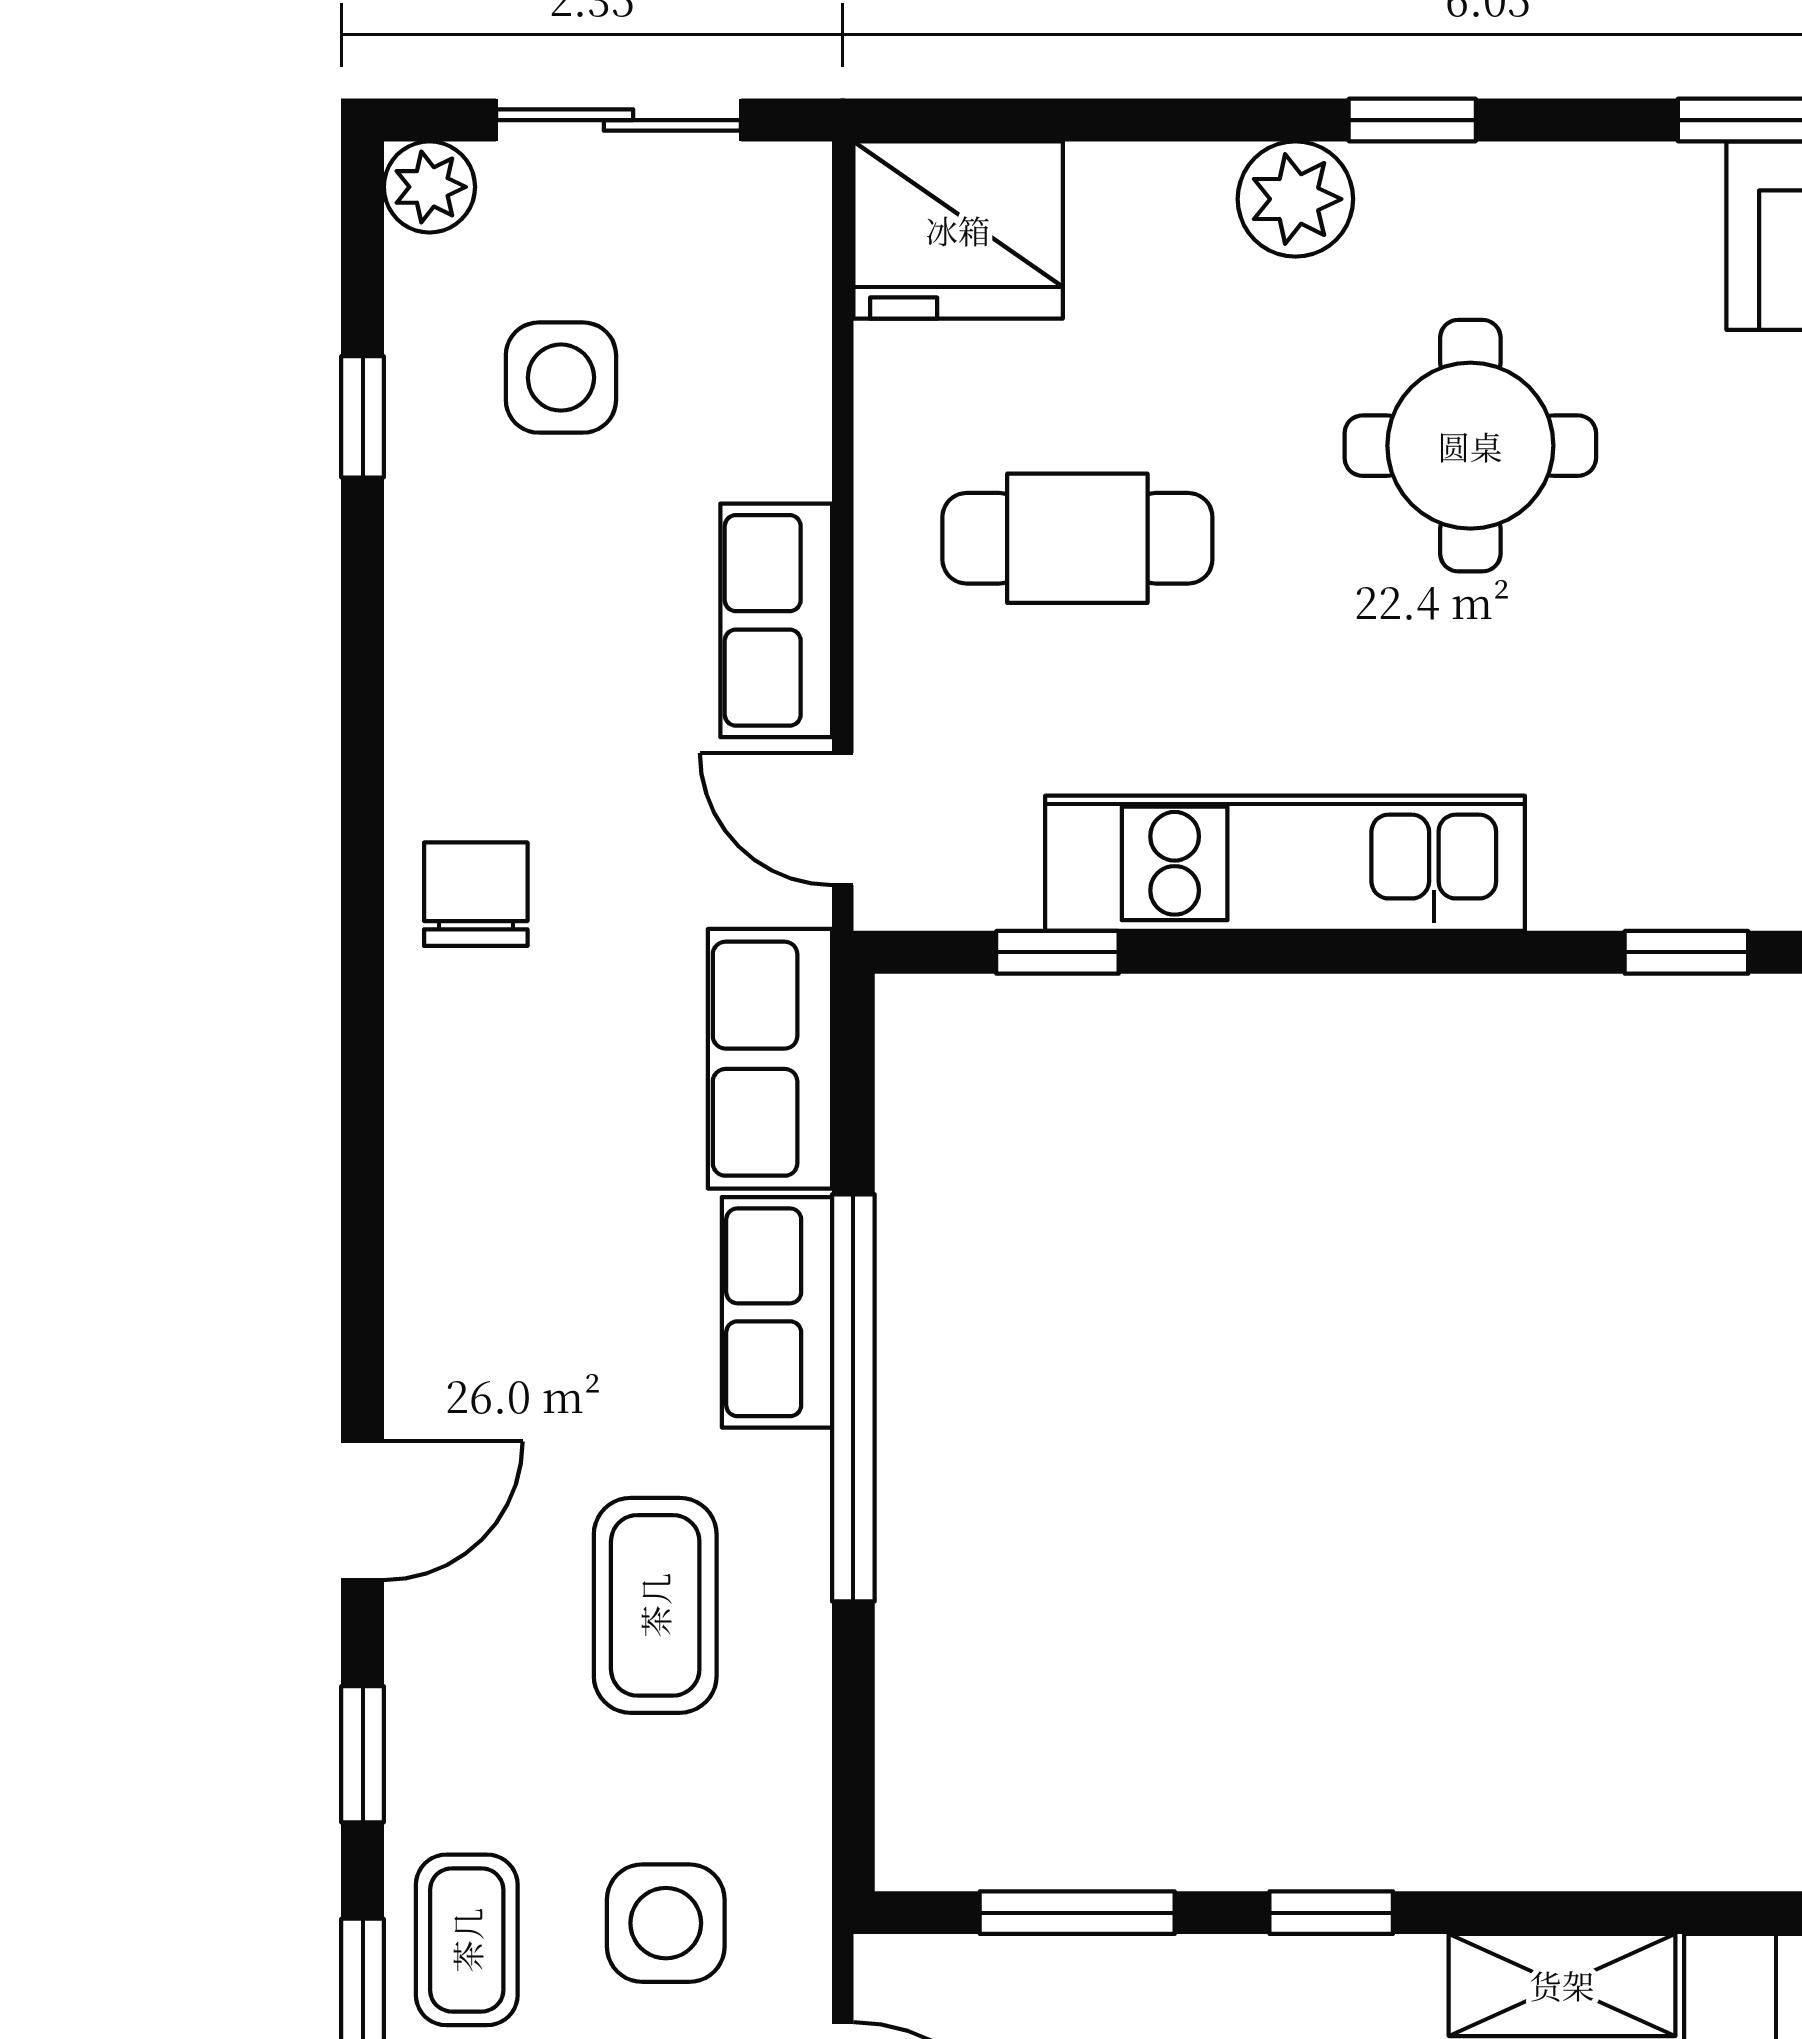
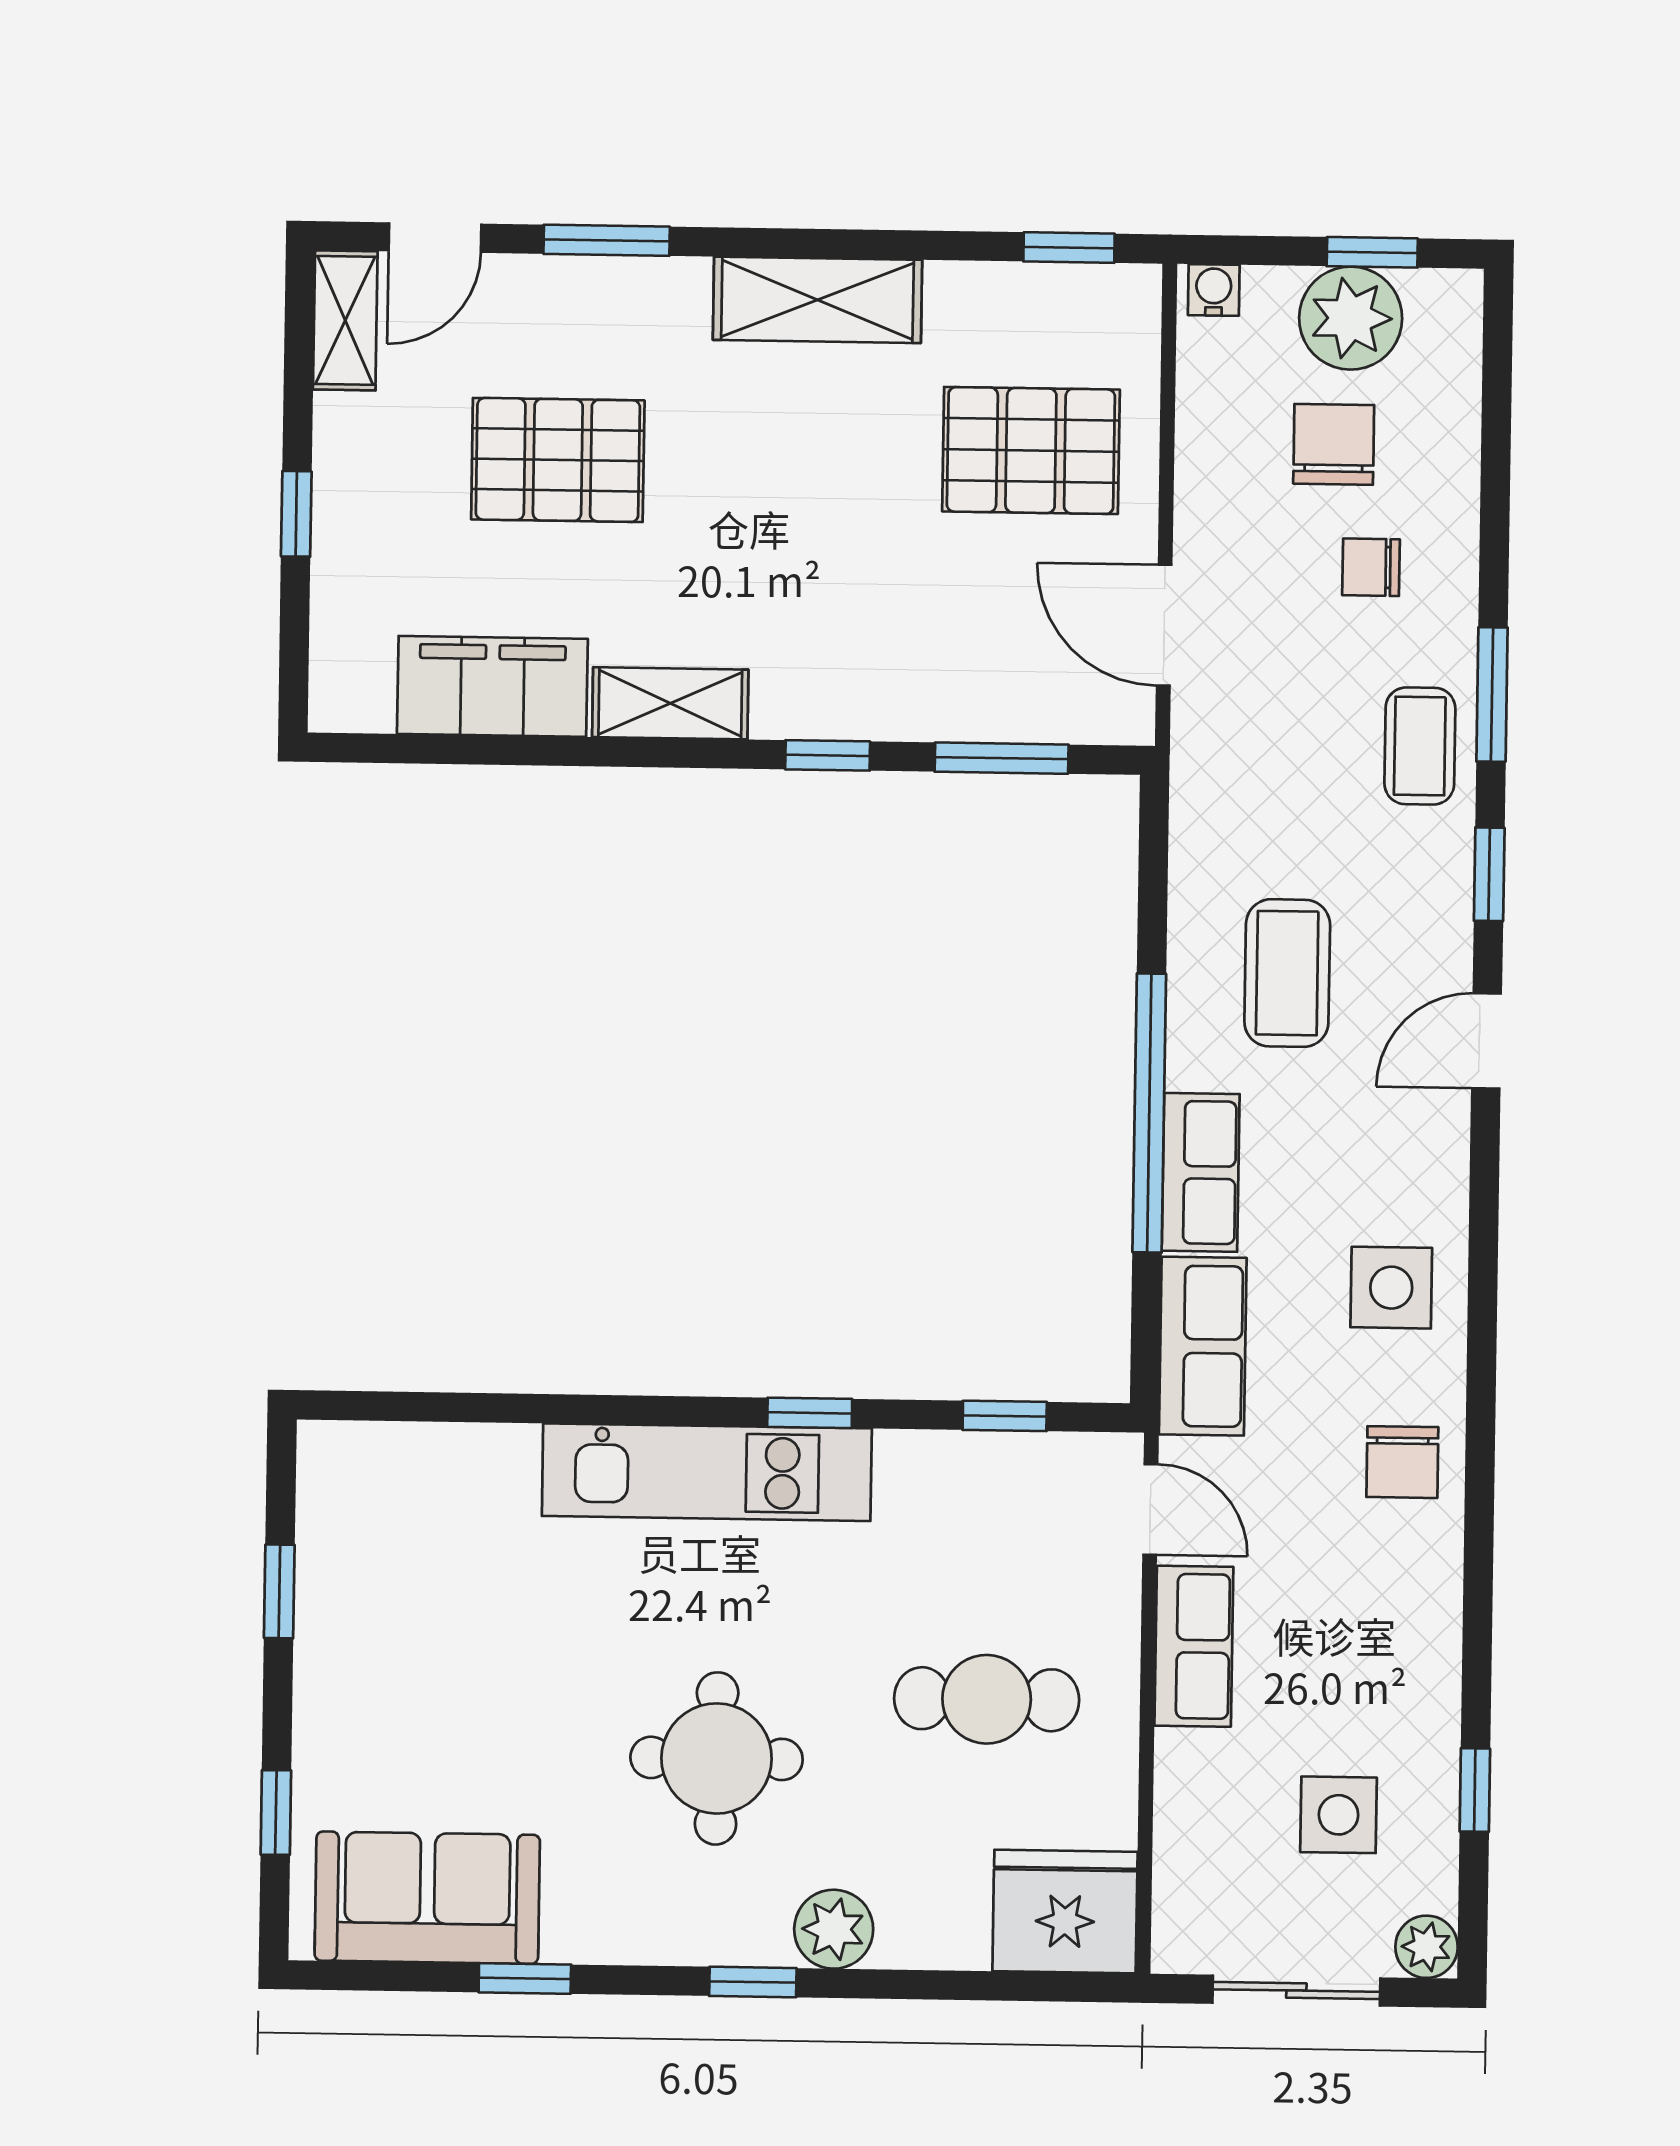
kitchen unit: (1285, 863) -> (707, 1472), moved
window: (1686, 952) -> (810, 1413), moved
side table: (666, 1923) -> (1391, 1288), moved

